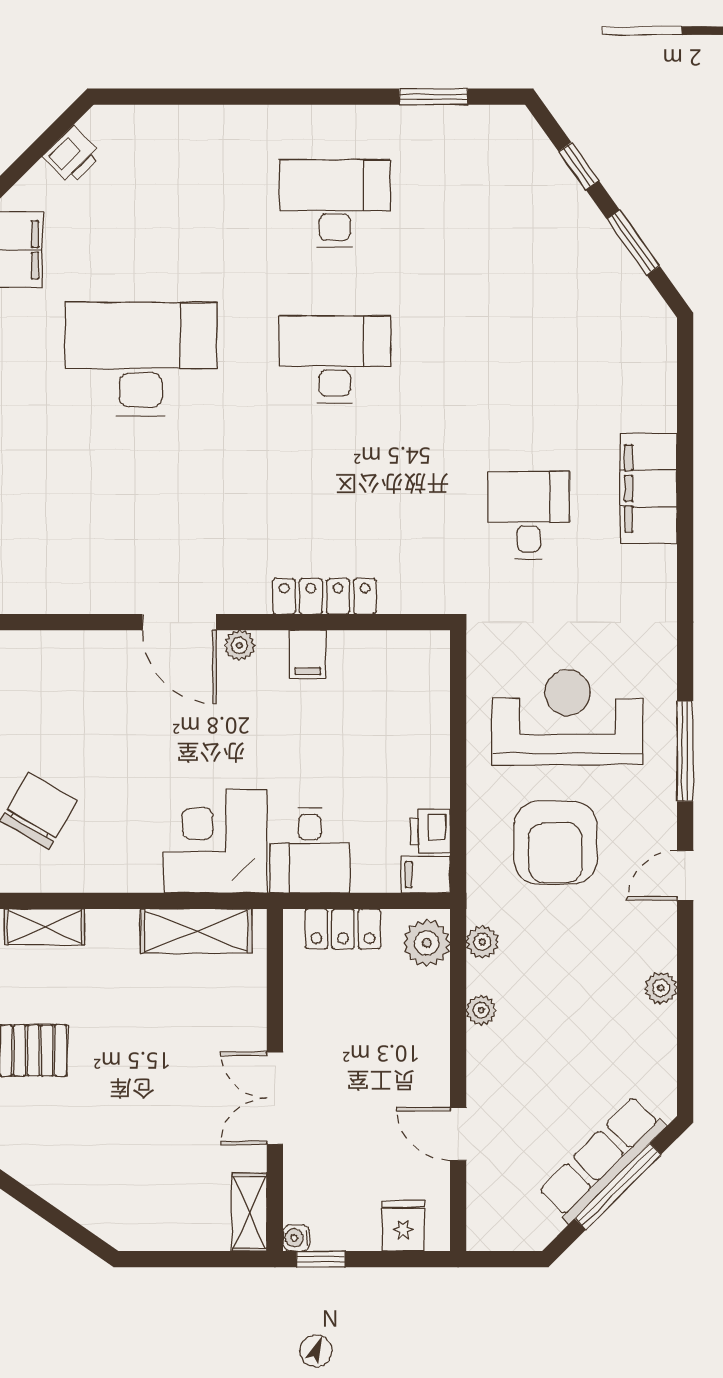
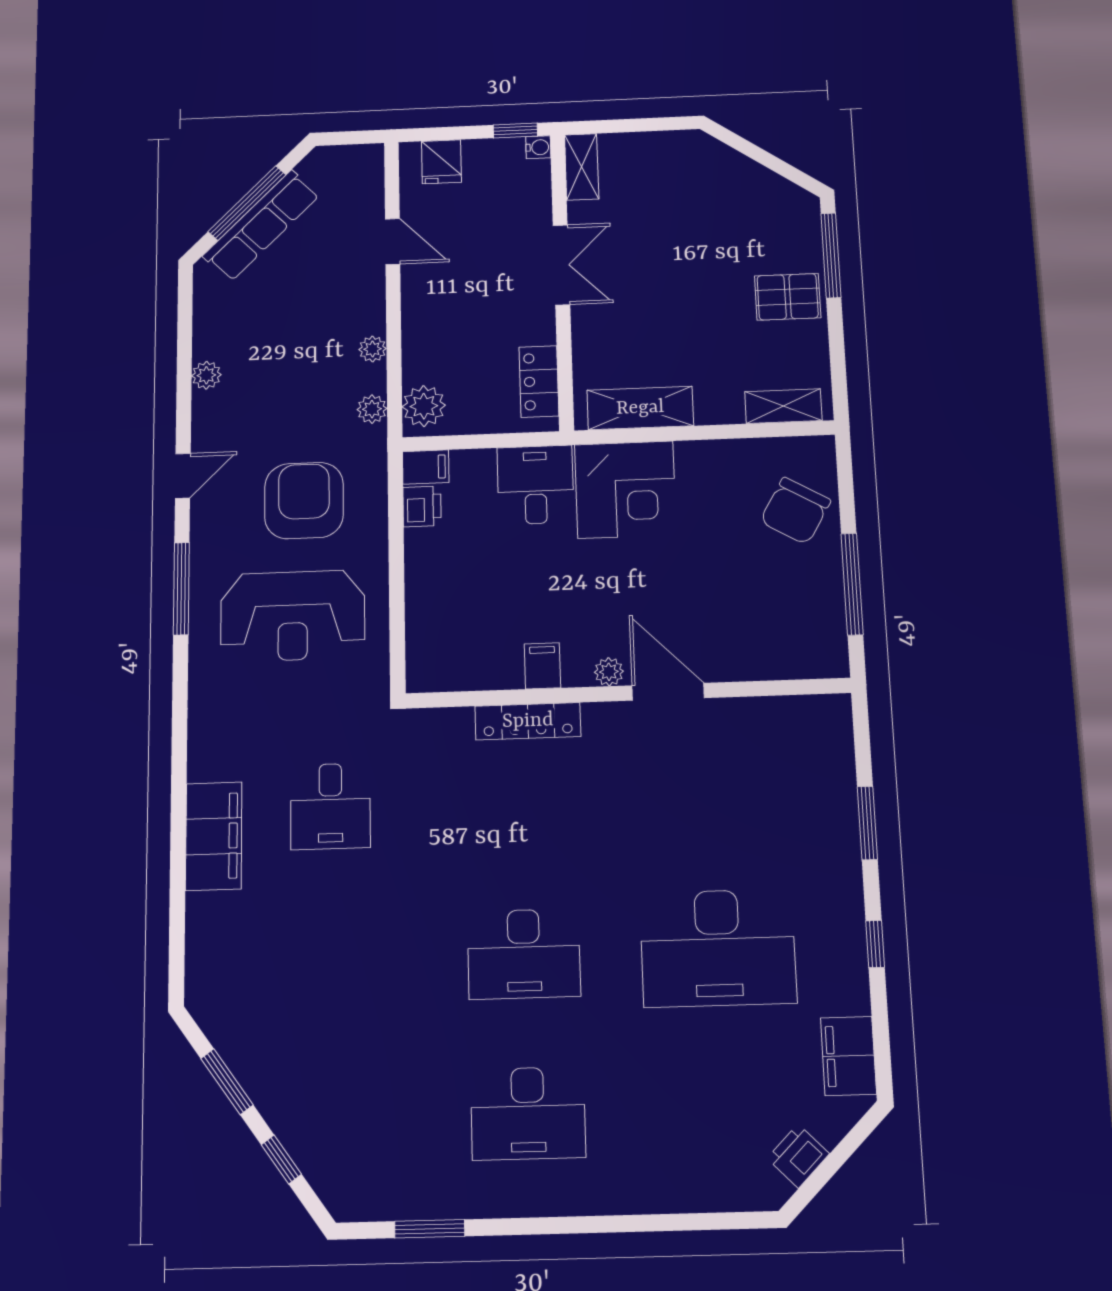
locker: (343, 929) -> (539, 381), moved, turned -90

